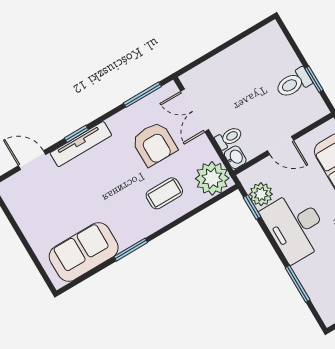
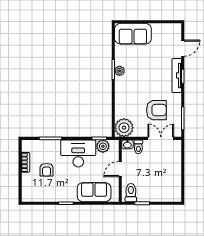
toilet: (294, 83) -> (131, 193), moved
armchair: (154, 144) -> (156, 110), turned 180
coffee table: (164, 193) -> (130, 101), removed
plant: (127, 238) -> (120, 71), added
sofa: (84, 252) -> (133, 34), moved, turned 90

